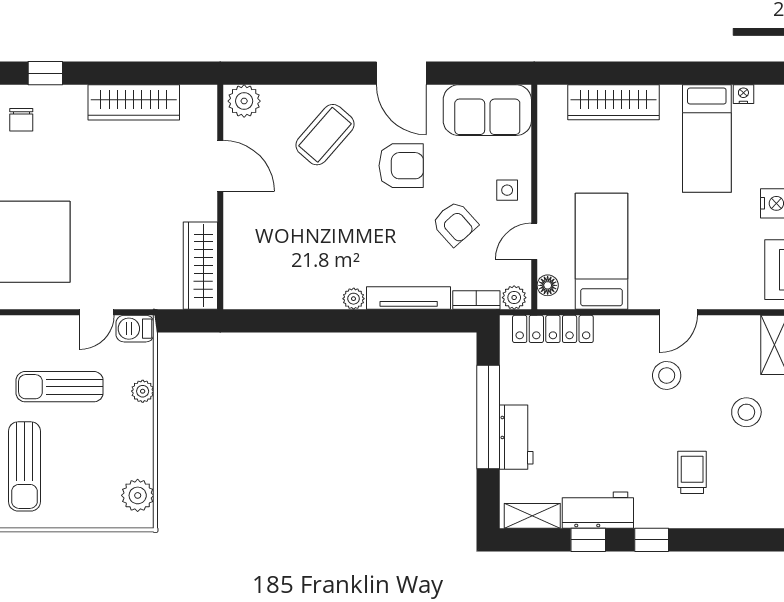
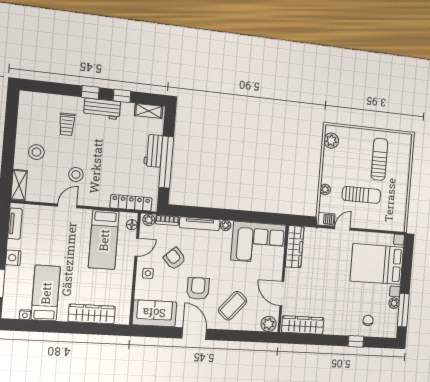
wardrobe: (134, 102) -> (303, 325), moved
armchair: (401, 166) -> (198, 288), turned 90
corner sofa: (280, 269) -> (259, 242), added
workbench: (598, 510) -> (102, 109), moved

